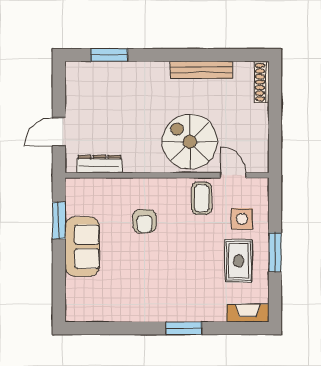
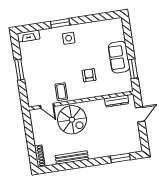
side table: (242, 219) -> (69, 38), moved
rug: (239, 261) -> (37, 62), removed

